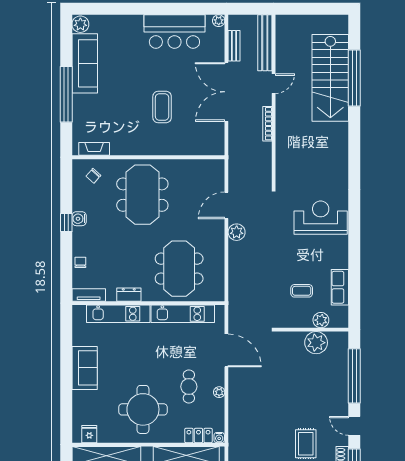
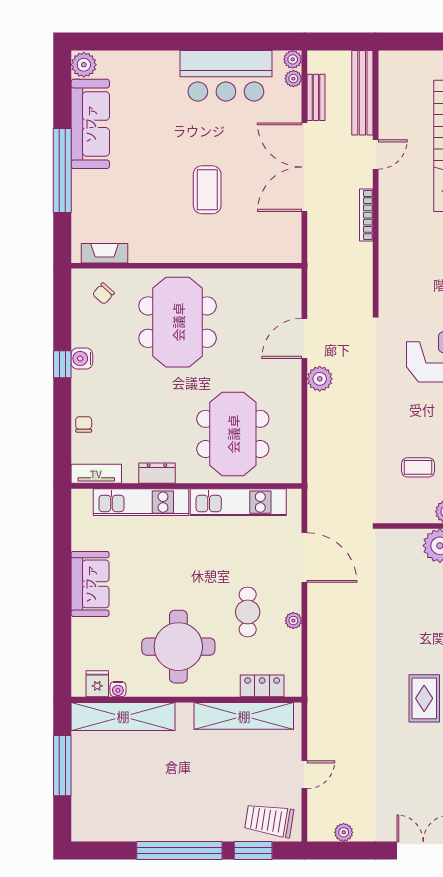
plant: (219, 33) -> (293, 79), added
water cooler: (219, 438) -> (118, 689), moved

